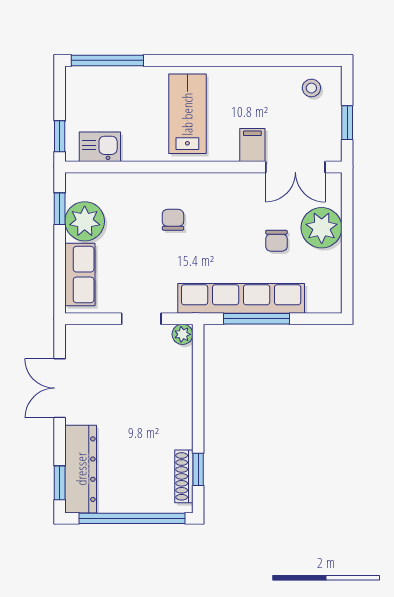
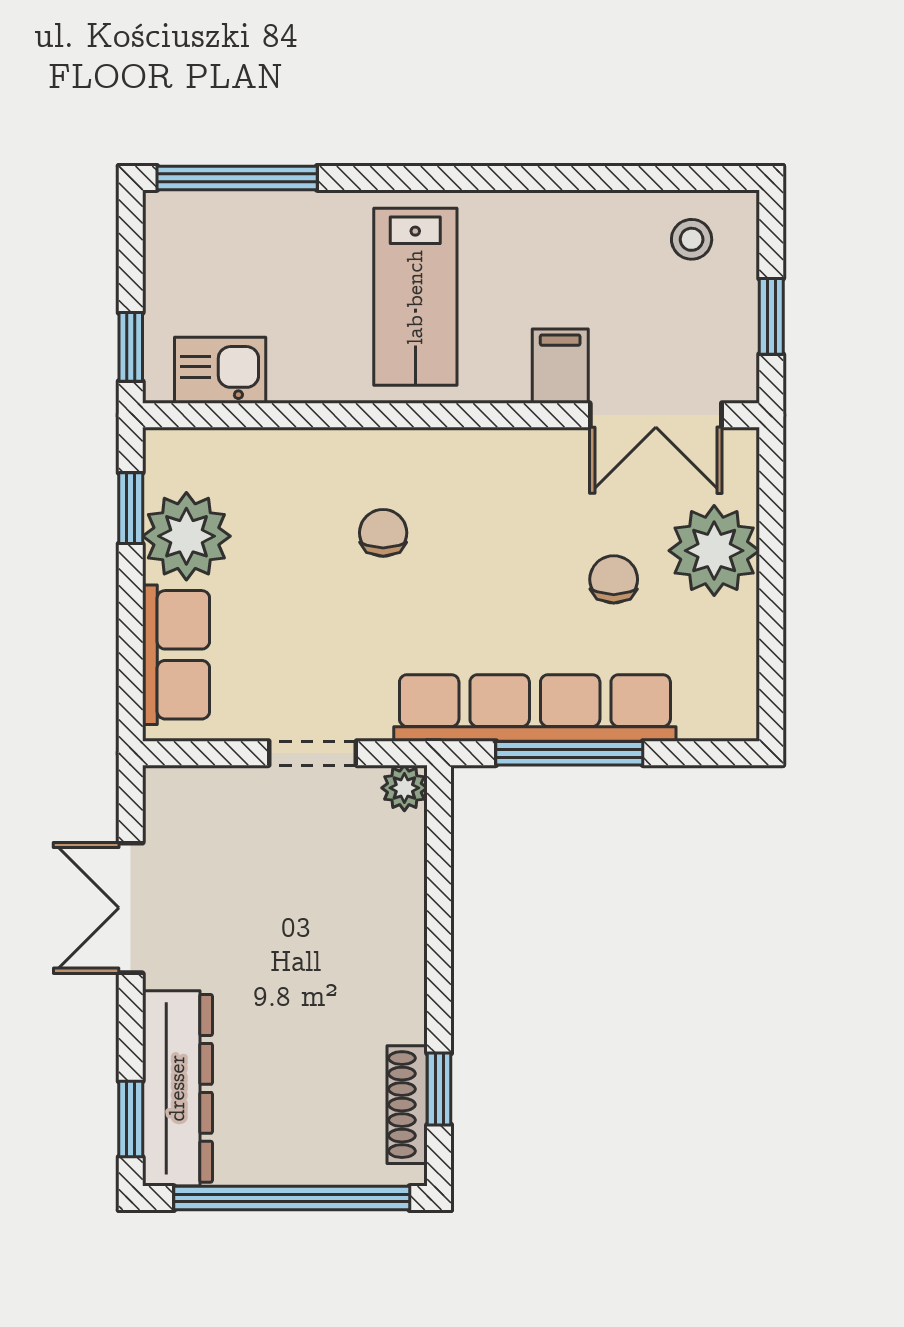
lab bench: (187, 114) -> (415, 297), turned 180
chair: (276, 241) -> (614, 579), turned 180

